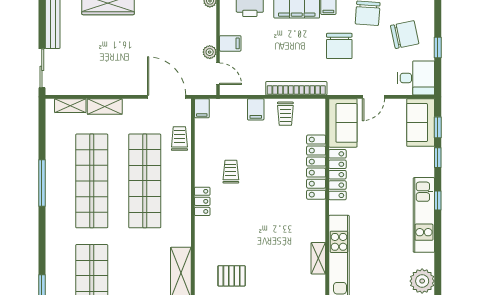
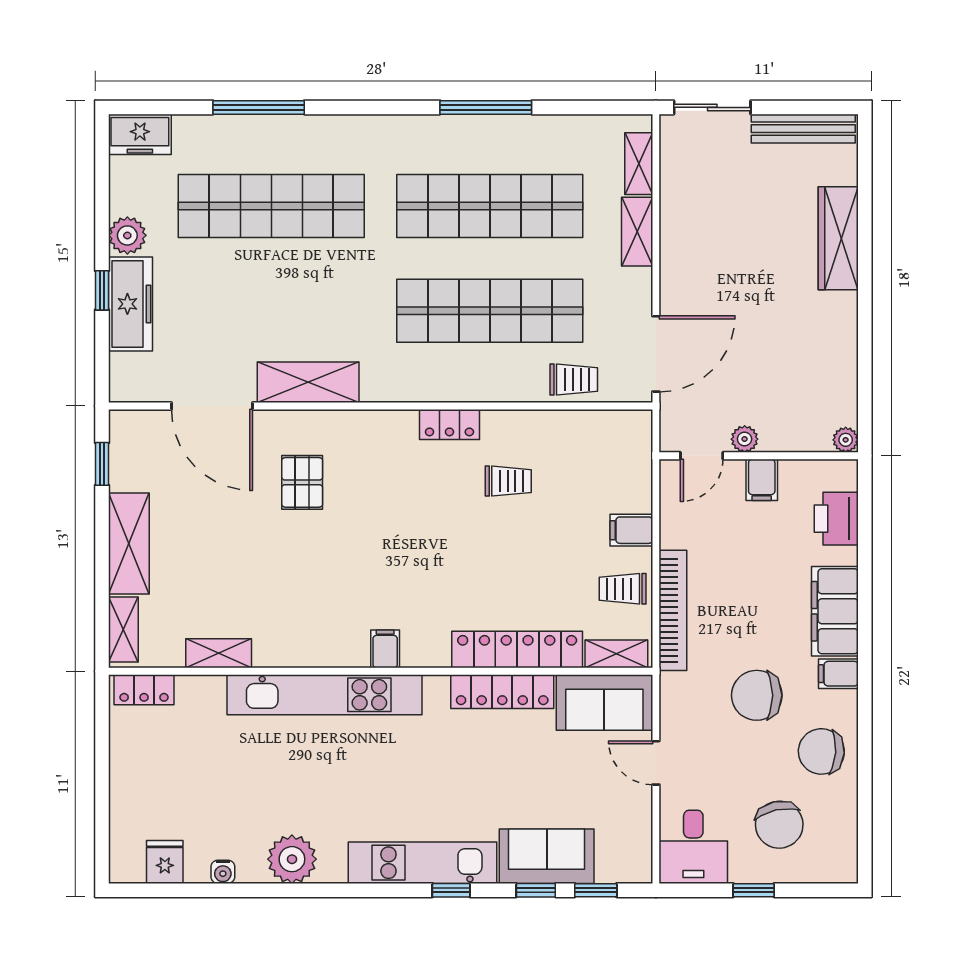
filing cabinet: (202, 108) -> (385, 649), moved, turned 90
sofa: (421, 123) -> (547, 856), moved
shelving: (318, 258) -> (616, 654), moved

